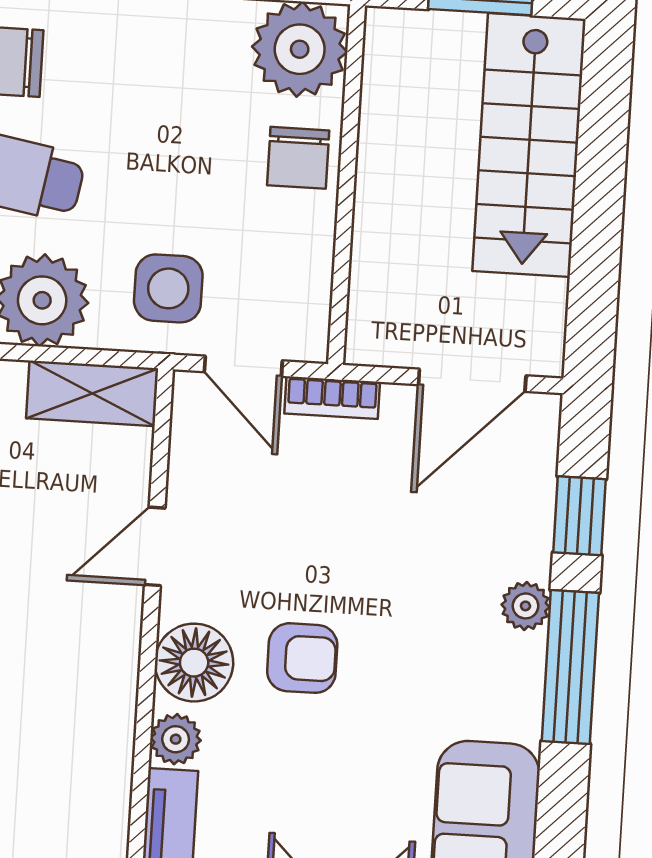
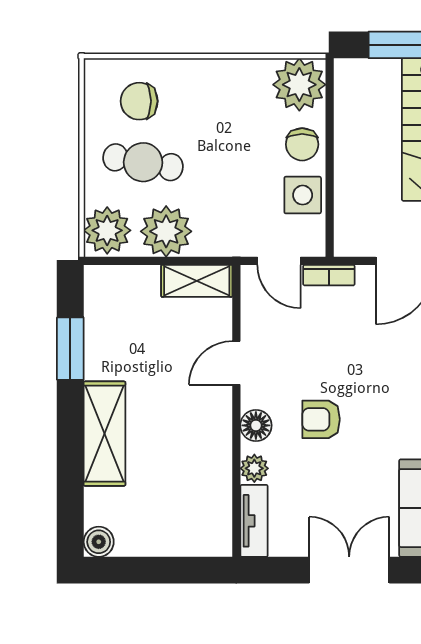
side table: (168, 288) -> (303, 195), moved
armchair: (302, 658) -> (321, 419), turned 180
floor lamp: (194, 663) -> (256, 425), width x0.73, depth x0.73

